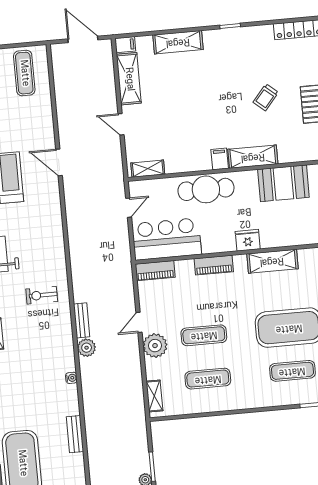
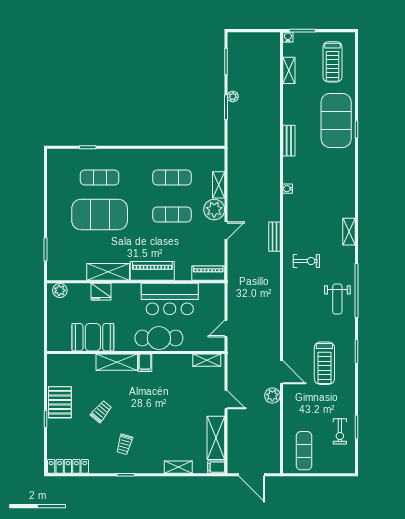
shelving: (178, 42) -> (178, 467), width x0.67, depth x0.75
trolley: (235, 61) -> (124, 444), added
bar counter: (167, 239) -> (170, 299), moved
fridge: (248, 240) -> (101, 292), moved
piano: (214, 265) -> (152, 271), width x1.37, depth x1.33
plant: (87, 348) -> (272, 396), moved
shelving: (154, 396) -> (219, 185), moved

